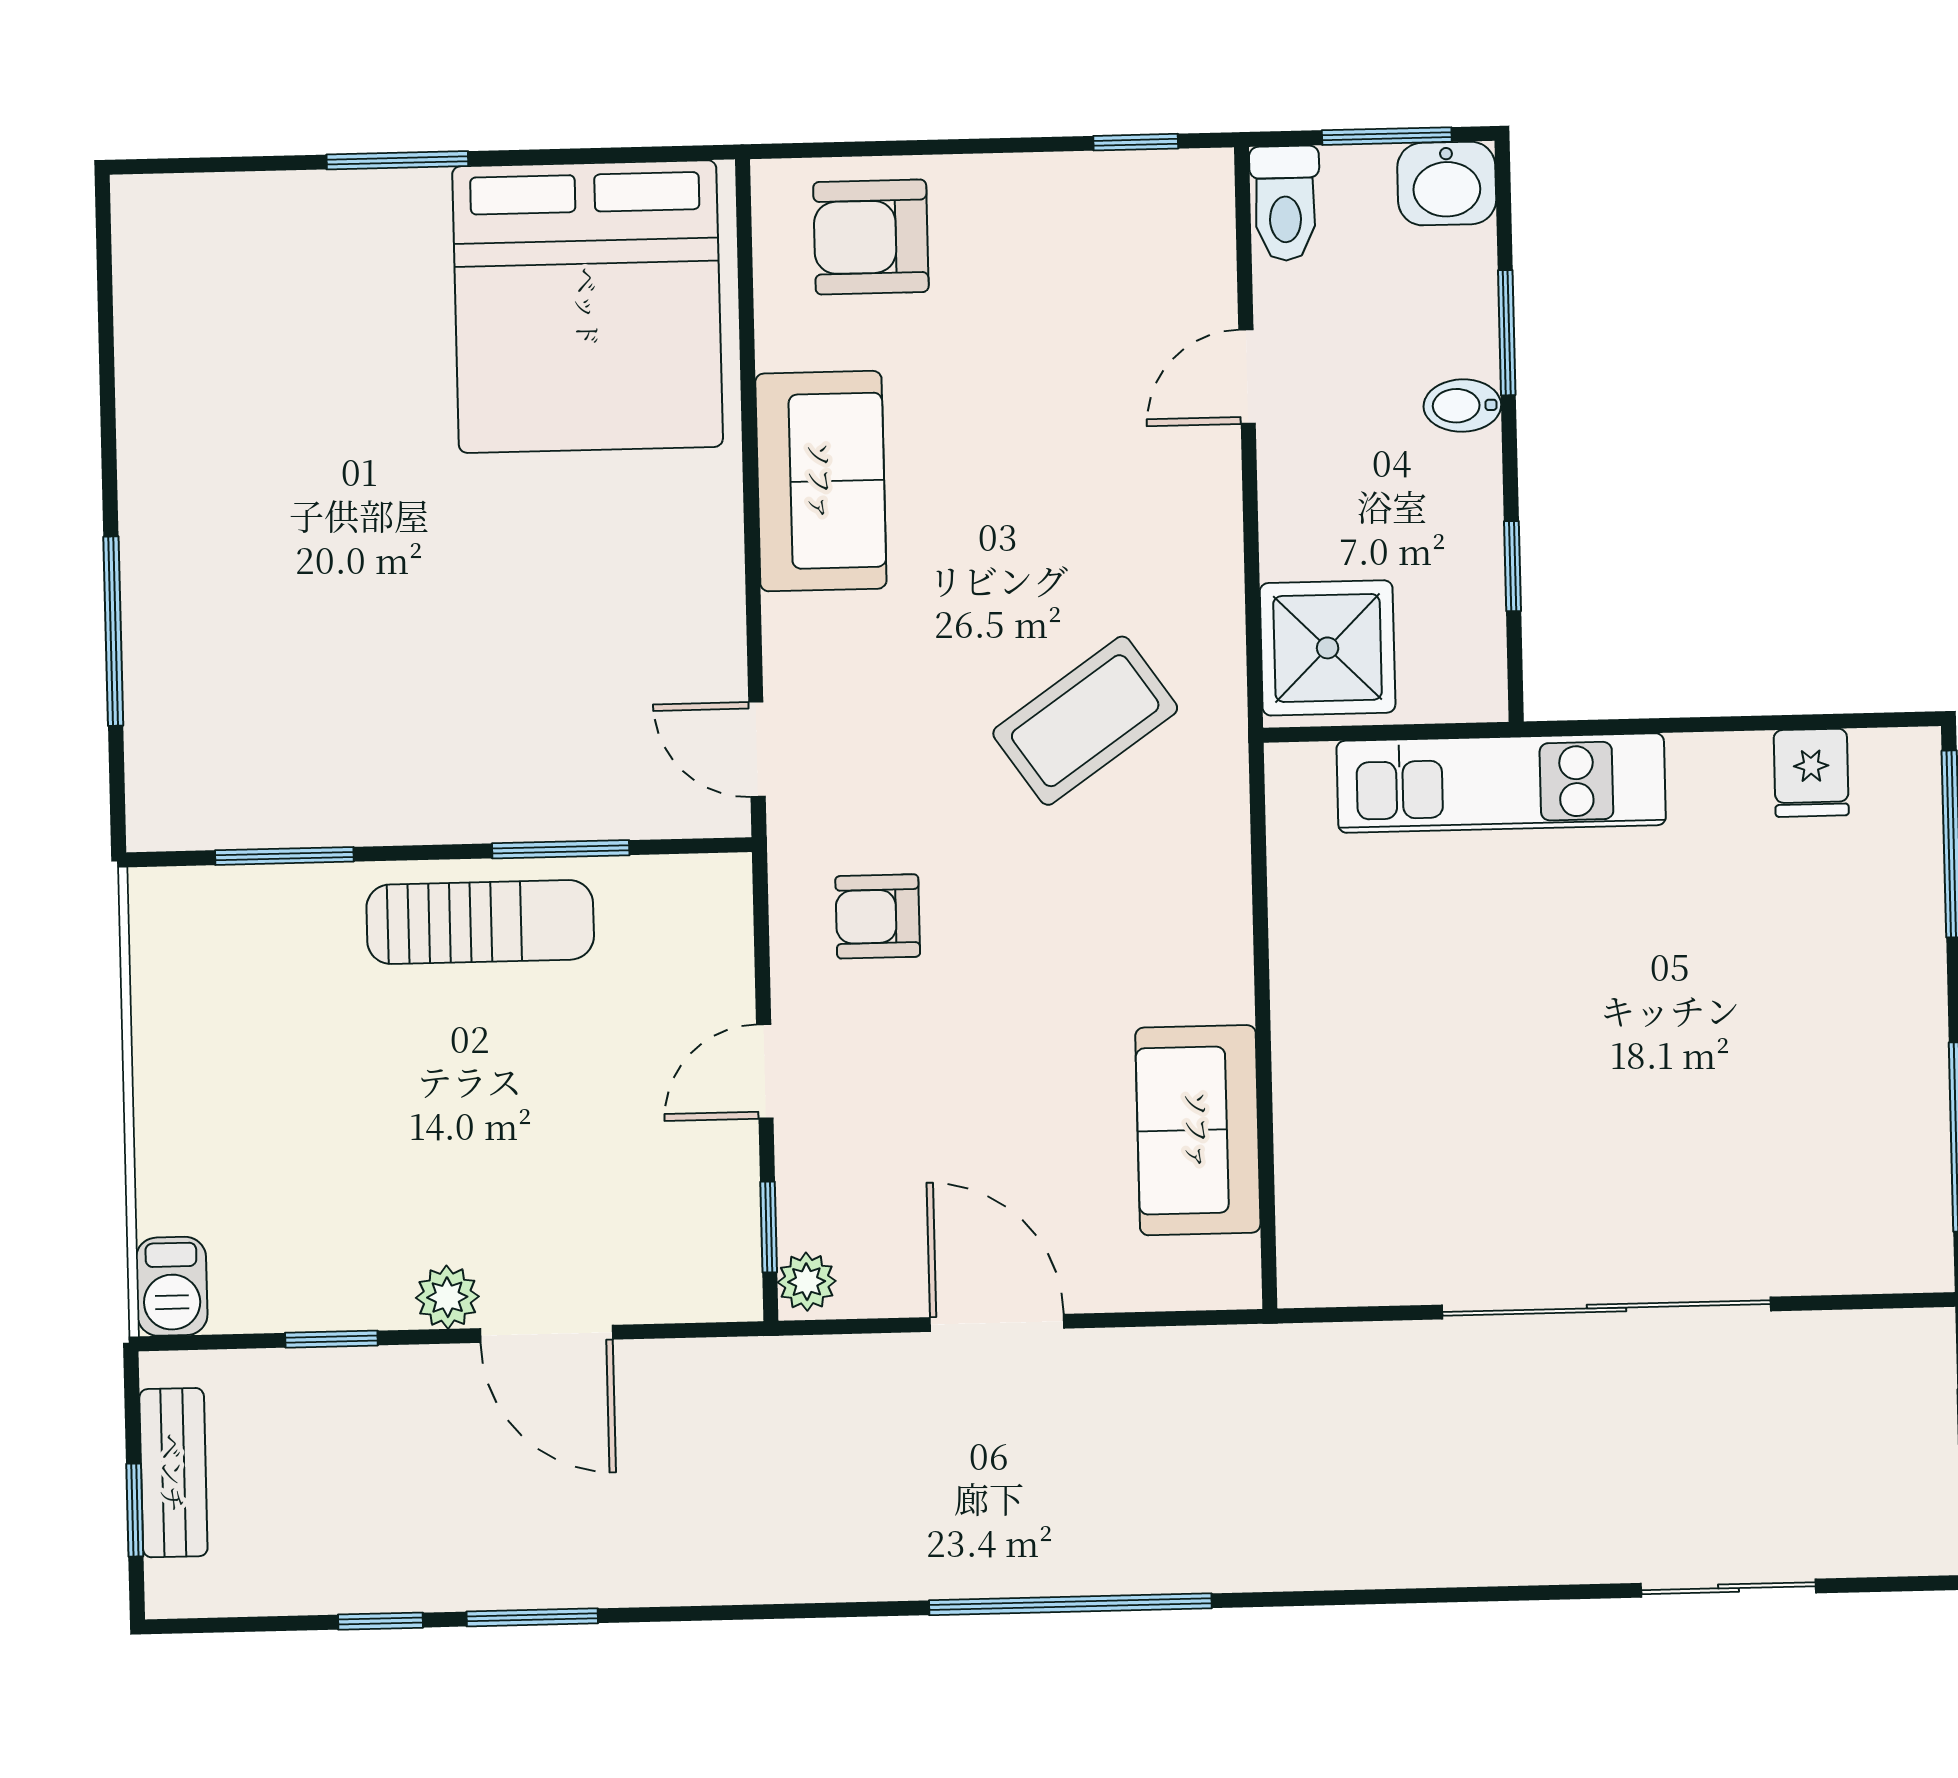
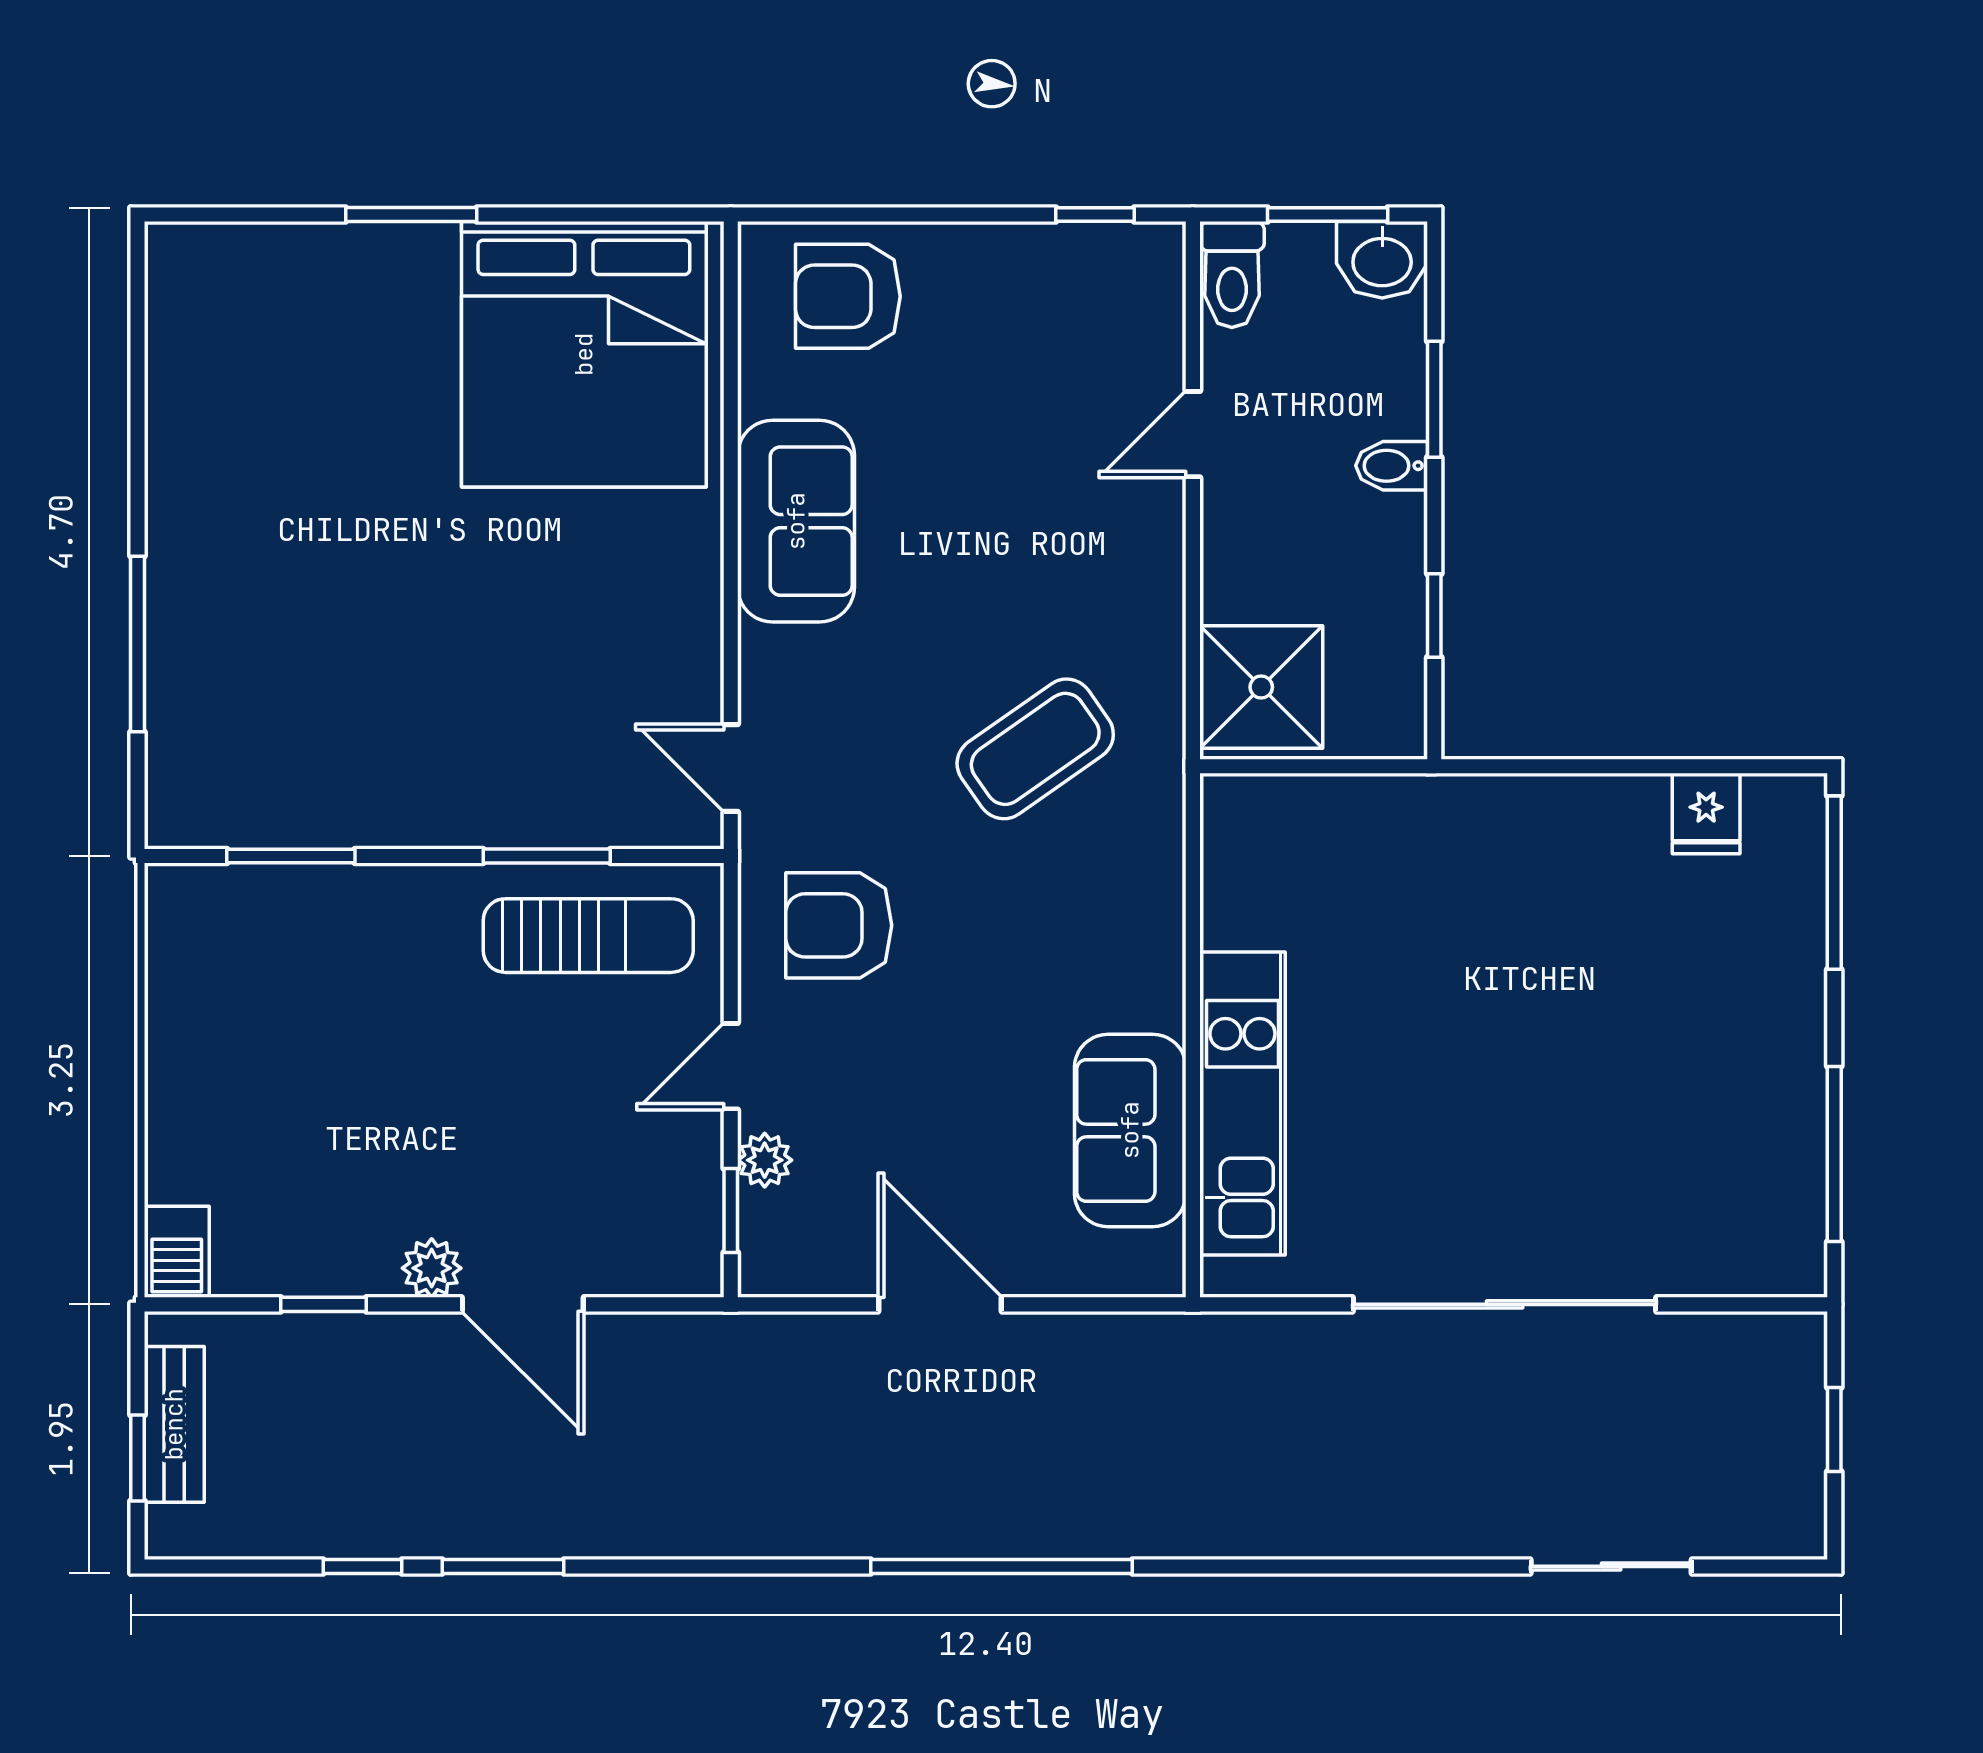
kitchen unit: (1501, 783) -> (1242, 1103), moved, turned -90
armchair: (878, 916) -> (839, 925), width x1.38, depth x1.38
sun lounger: (480, 922) -> (588, 936), moved
plant: (807, 1282) -> (765, 1160), moved

